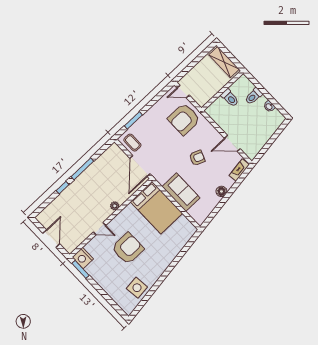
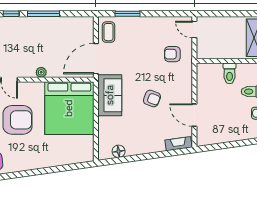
armchair: (184, 119) -> (172, 54), width x0.53, depth x0.53
floor lamp: (221, 191) -> (119, 151), moved
sofa: (181, 192) -> (110, 95), moved
bed: (156, 208) -> (69, 108), width x1.36

